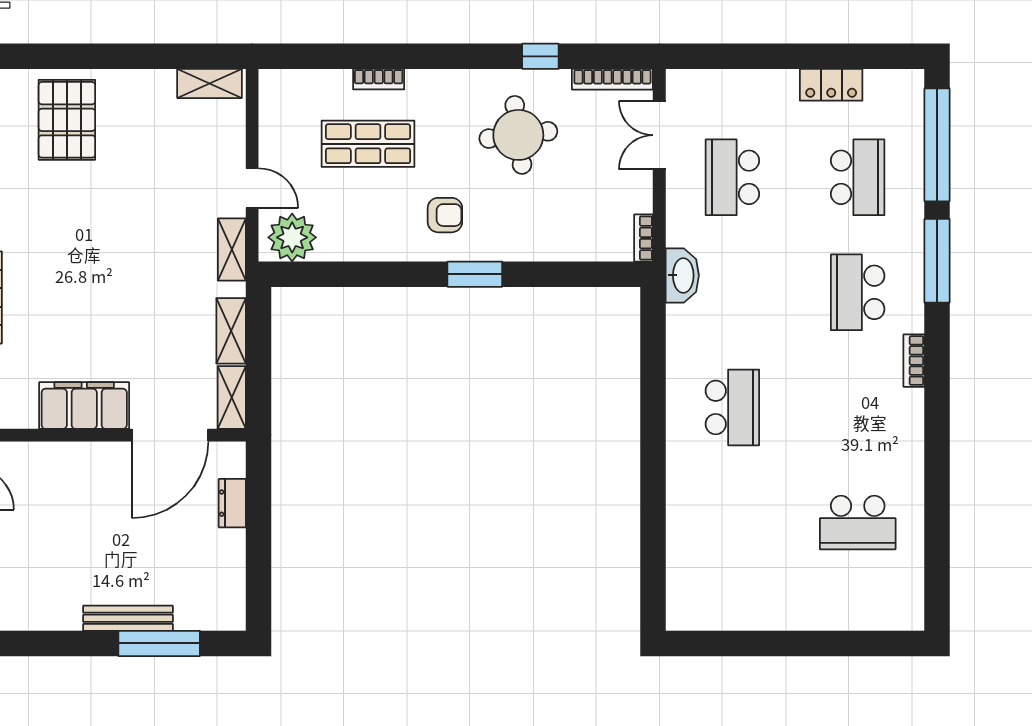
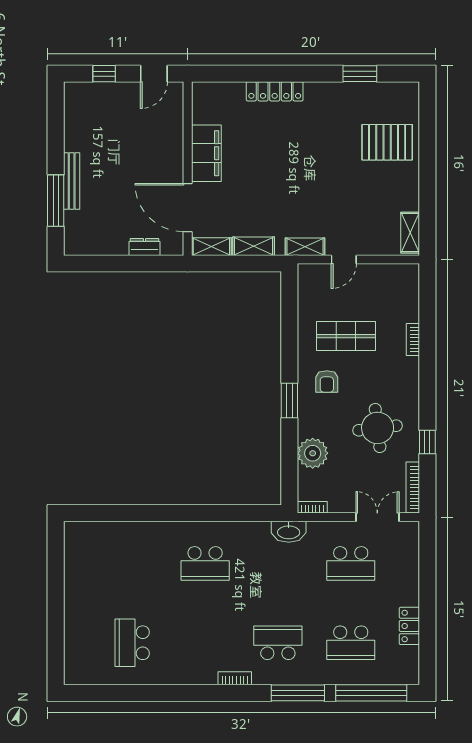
shop shelf: (368, 144) -> (346, 336), moved, turned 90
school desk: (732, 177) -> (351, 563), turned 180
plant: (292, 237) -> (313, 453), moved

